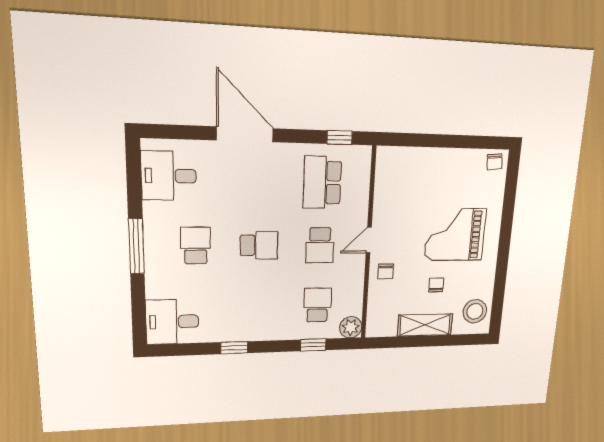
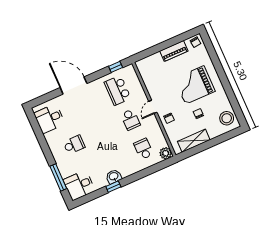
piano: (452, 159) -> (174, 51), added
school desk: (196, 245) -> (74, 145), turned 90
school desk: (259, 245) -> (102, 132), removed
window: (136, 246) -> (58, 177), moved
shelving: (425, 325) -> (194, 141), moved
washbasin: (243, 331) -> (114, 177), added
window: (313, 345) -> (151, 170), removed

